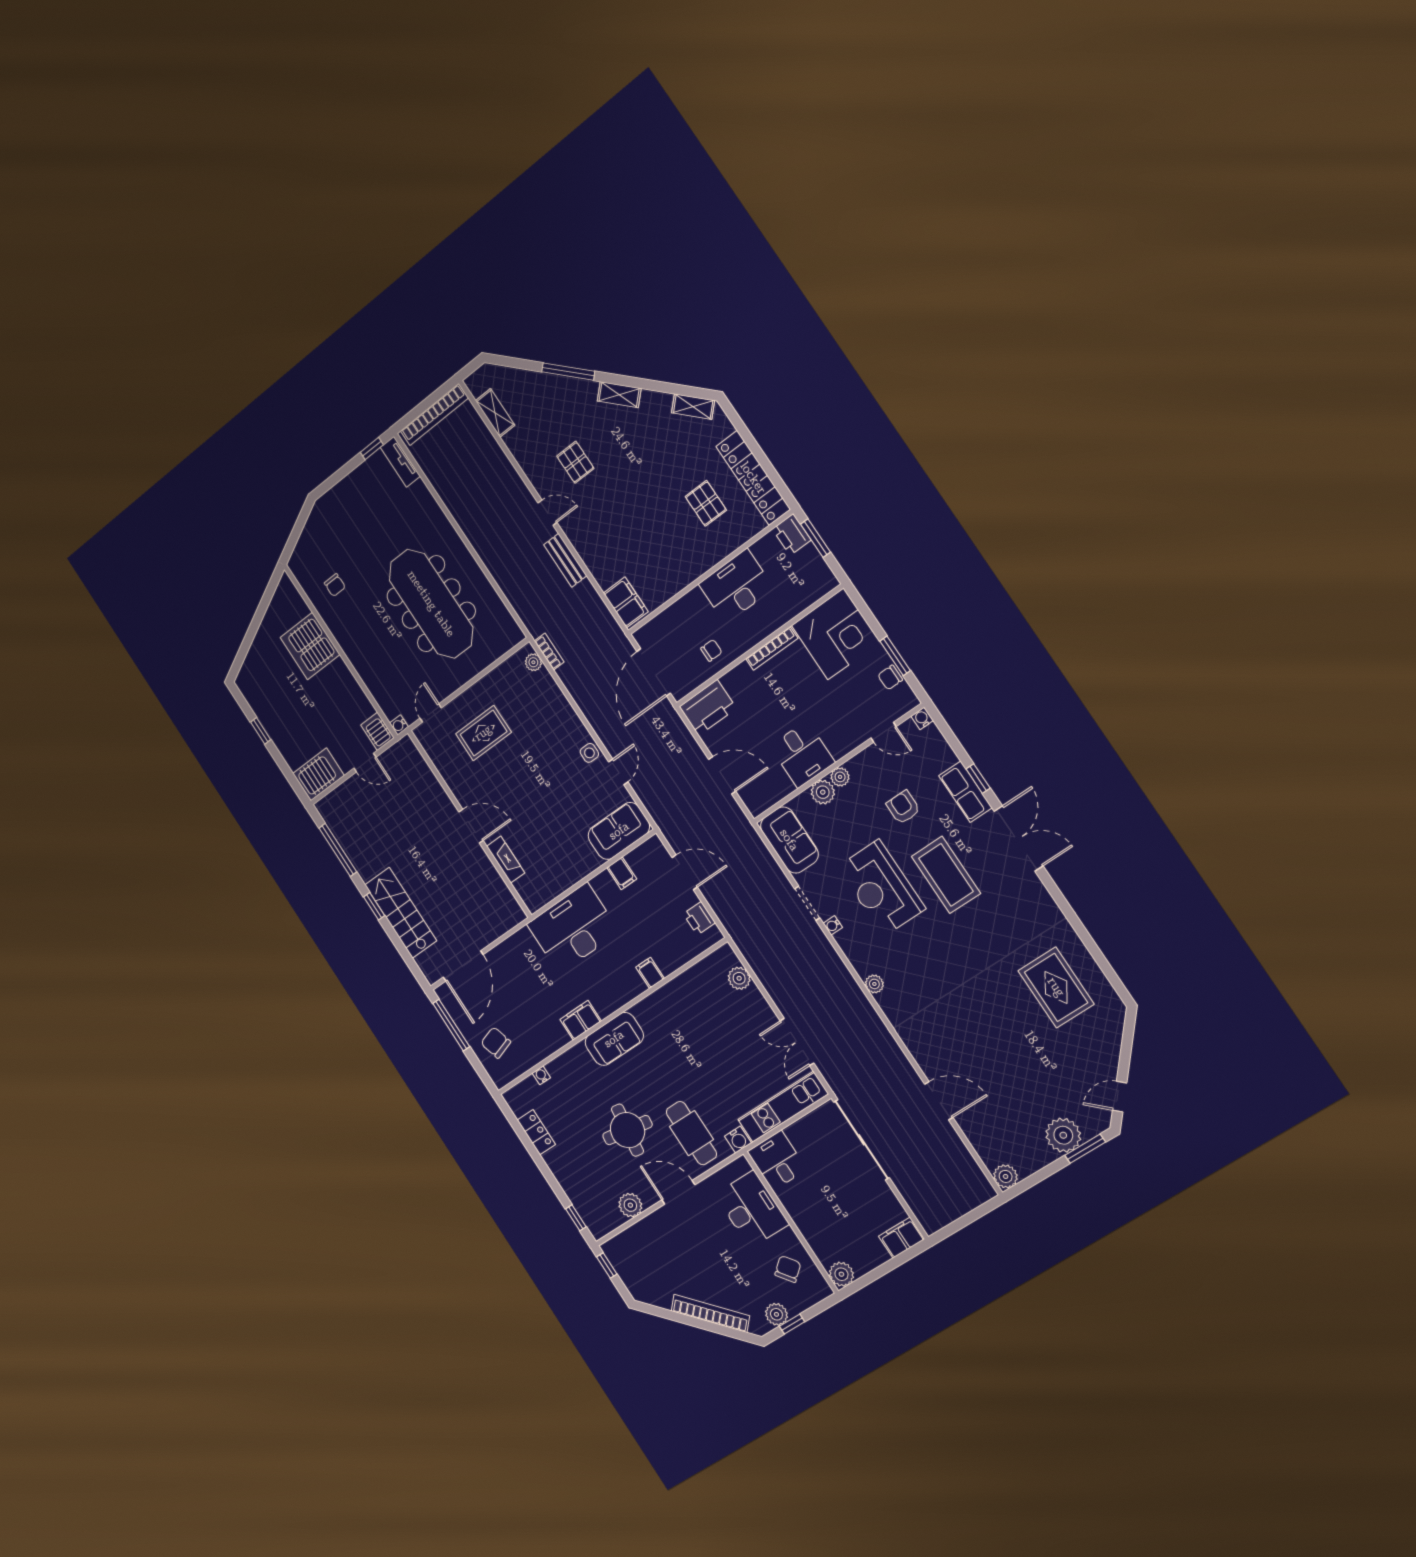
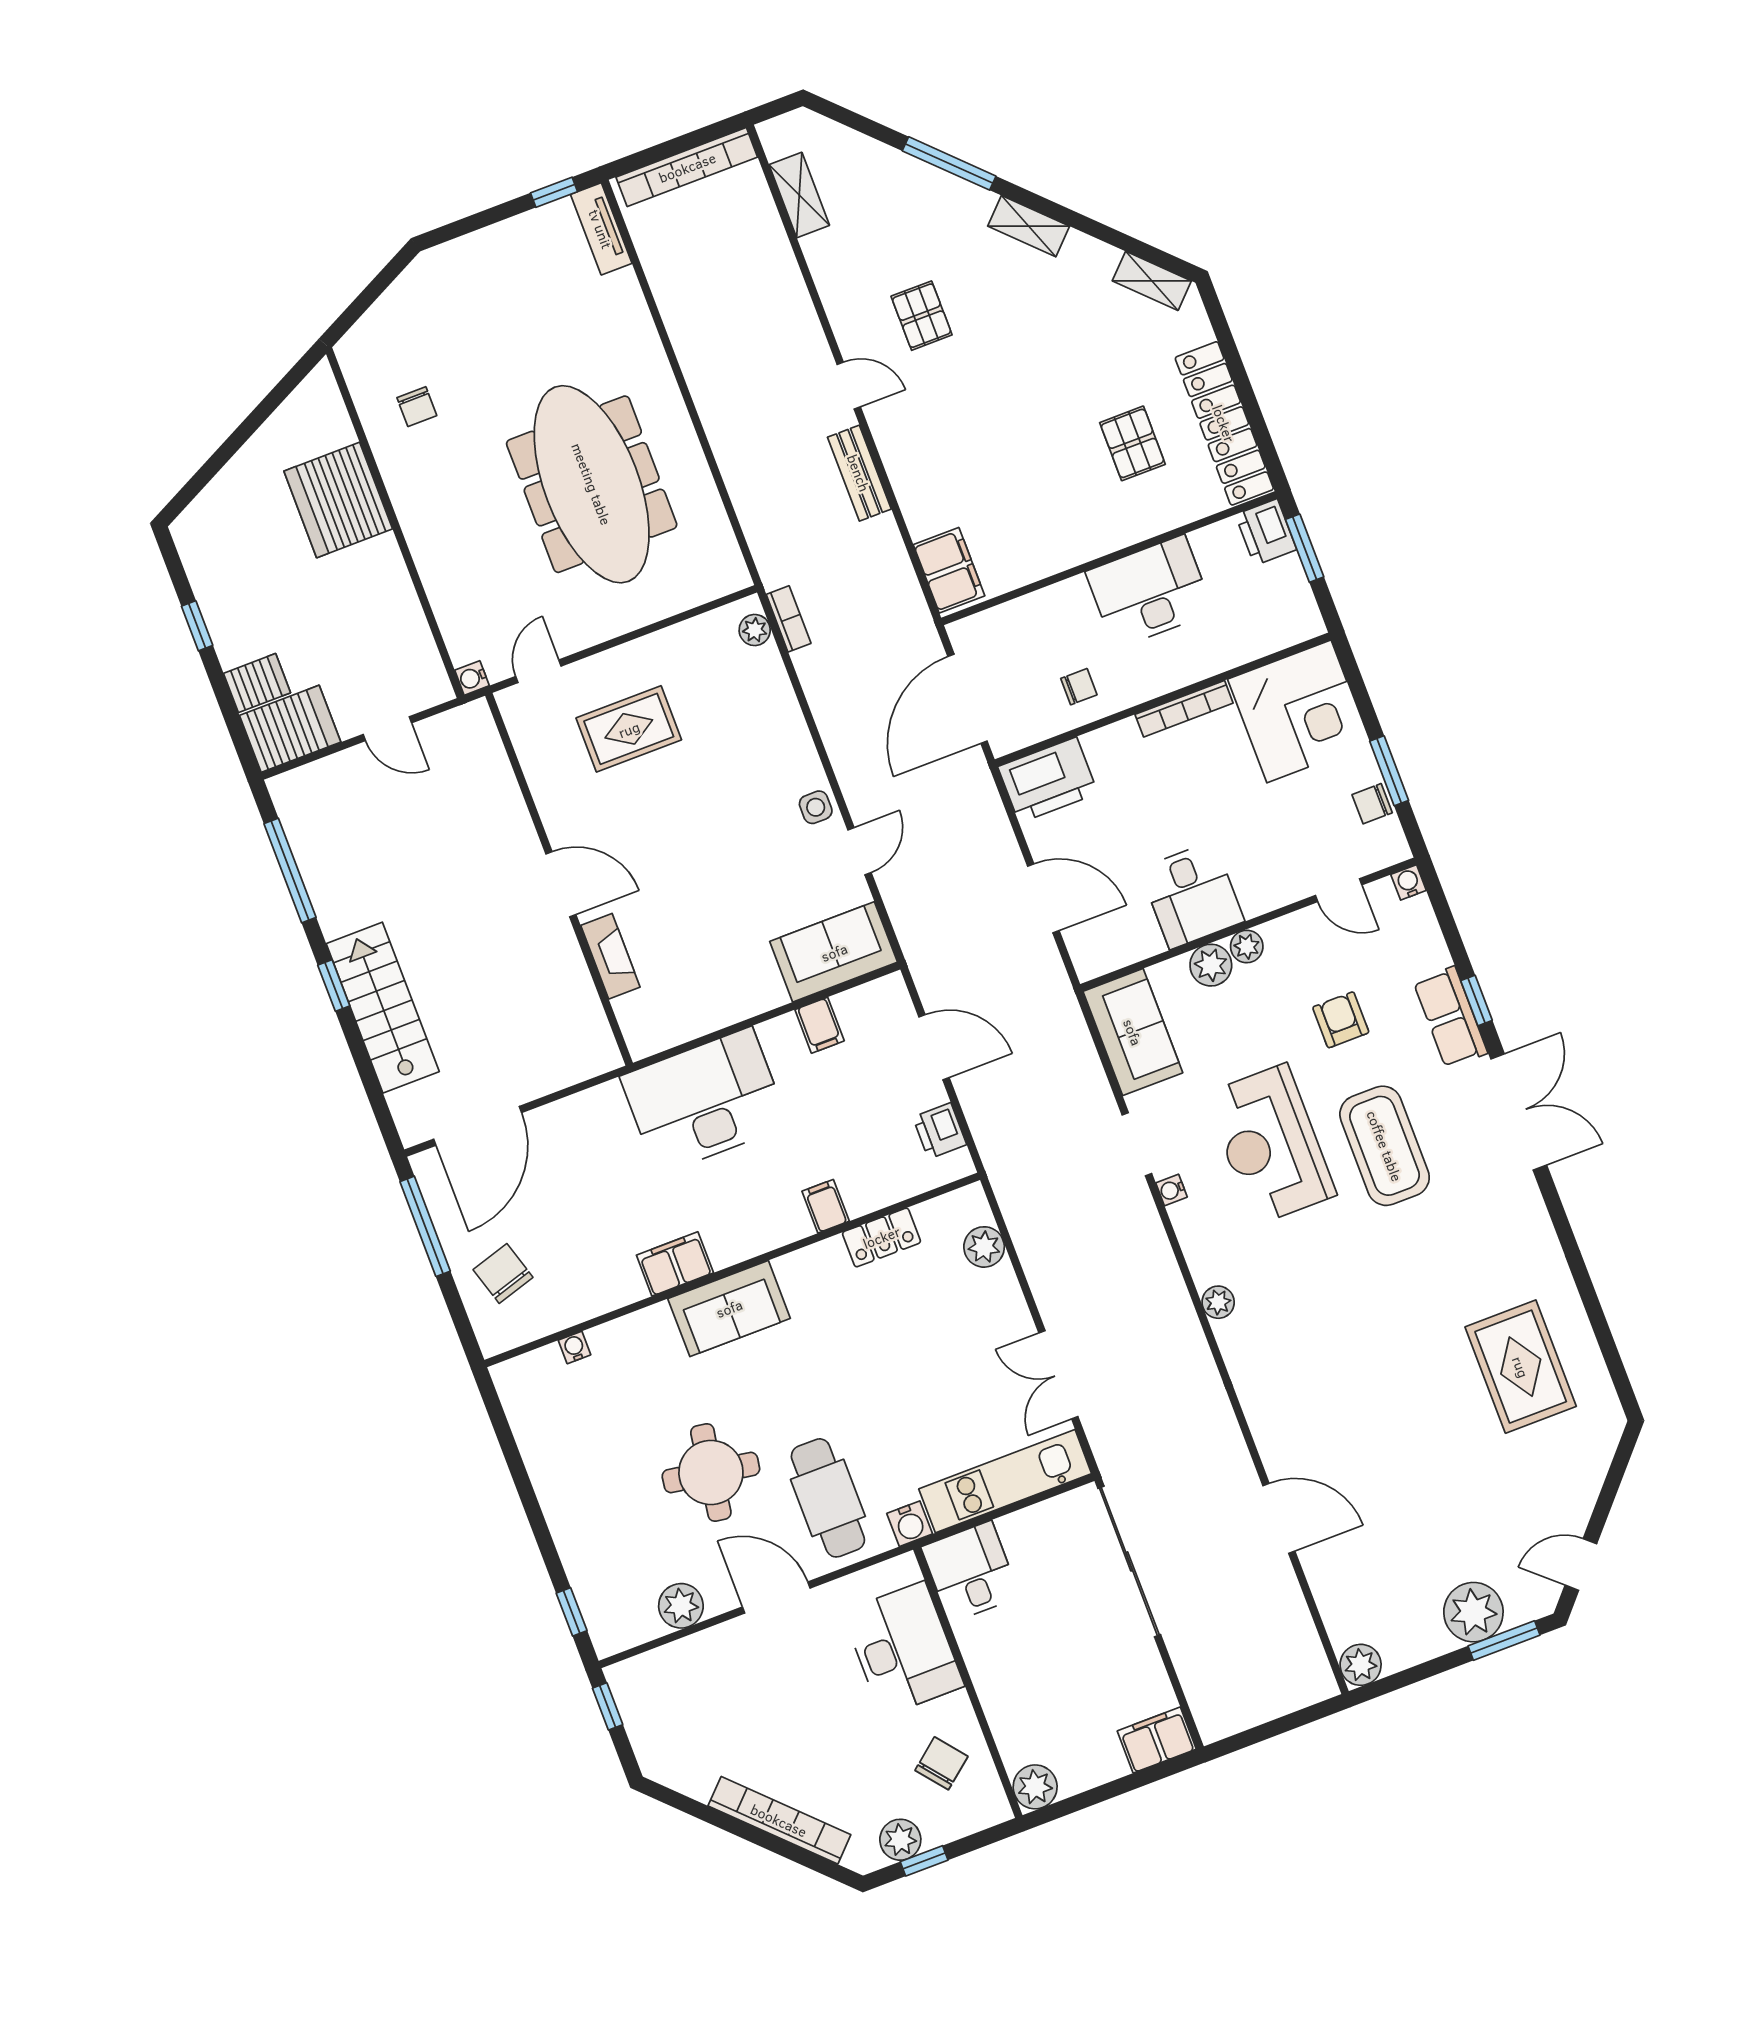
server rack: (377, 731) -> (257, 683), moved, turned 90
locker: (536, 1132) -> (881, 1237), moved, turned 90

